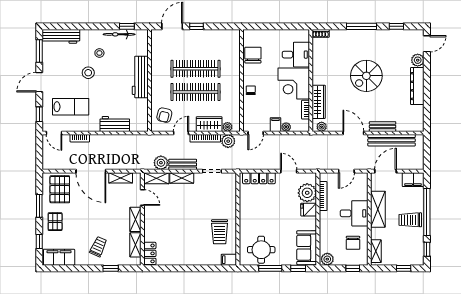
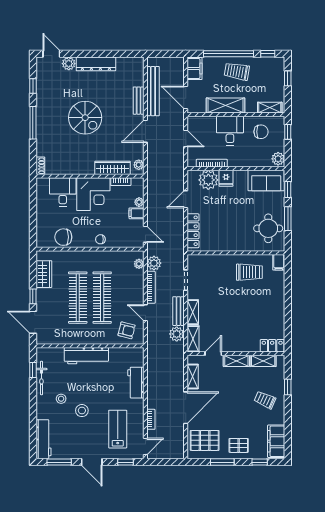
wardrobe: (209, 124) -> (44, 274), moved, turned 180
trolley: (410, 220) -> (237, 71), turned 100

